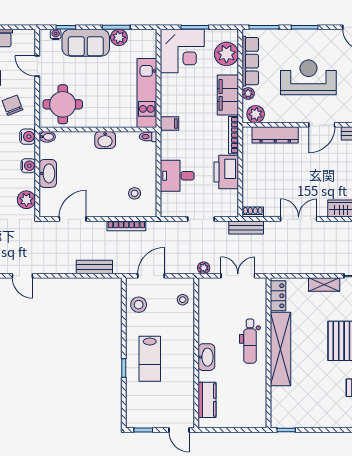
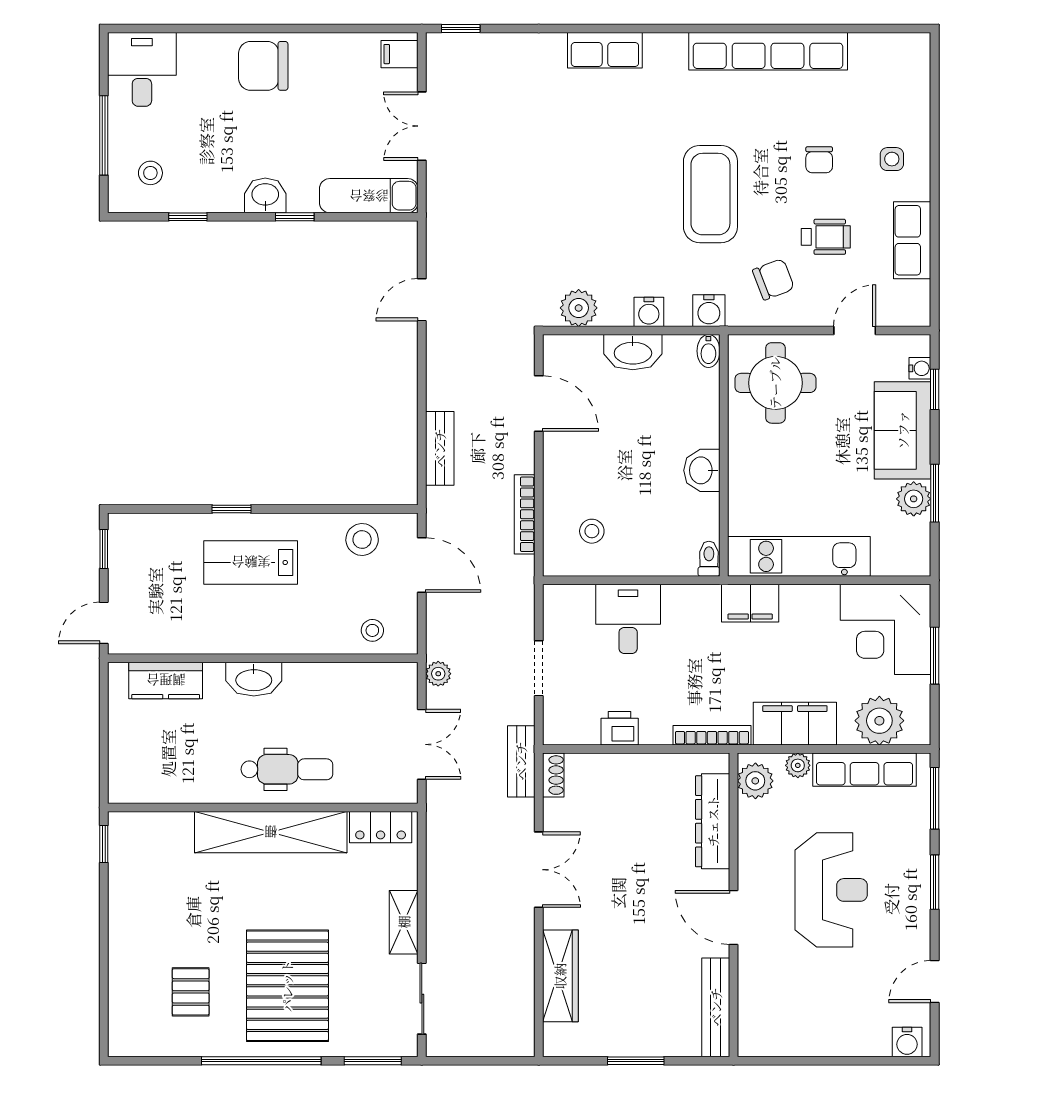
filing cabinet: (170, 124) -> (750, 603), width x2.00
printer: (226, 172) -> (620, 728), width x0.53, depth x0.68
dental chair: (250, 341) -> (287, 769), turned 180

